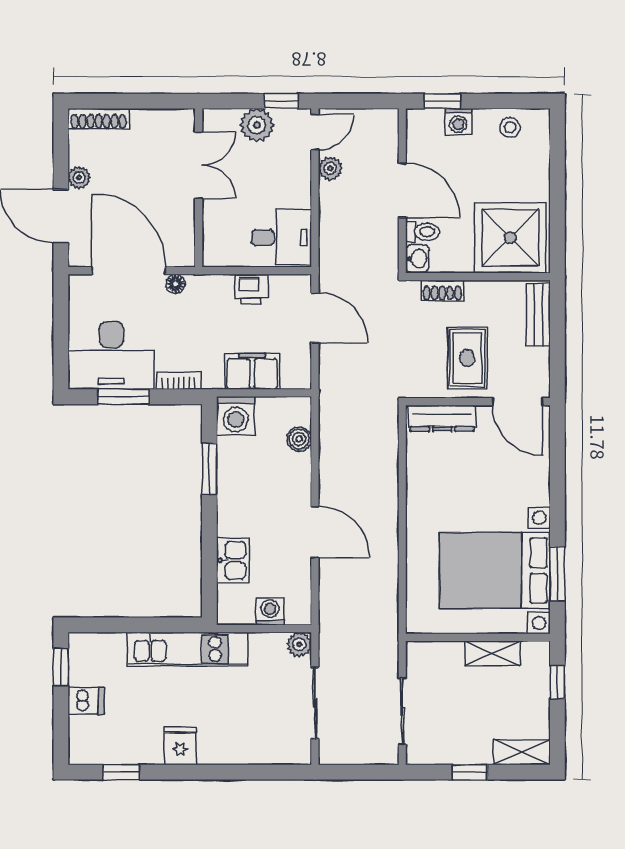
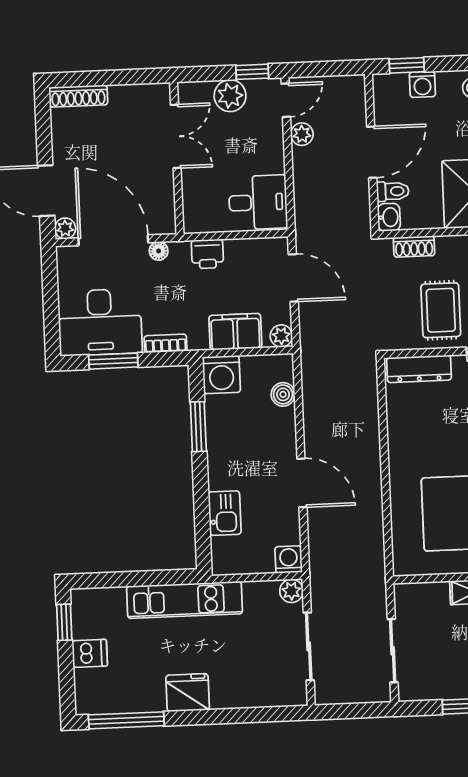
plant: (79, 178) -> (65, 228), moved
door: (402, 190) -> (372, 152), hinge flipped
printer: (251, 289) -> (207, 254), moved
plant: (300, 378) -> (281, 336), added
washing machine: (270, 611) -> (289, 559), moved
fridge: (180, 746) -> (188, 693), width x1.38
window: (121, 772) -> (126, 720), width x2.17

